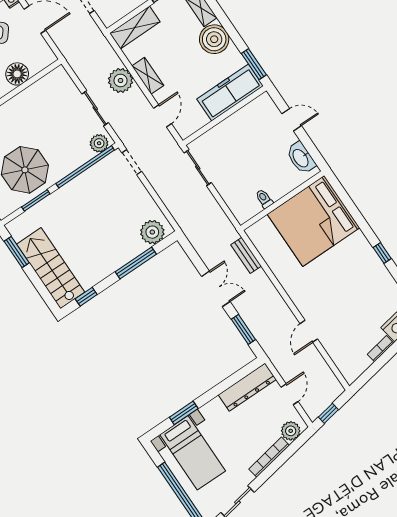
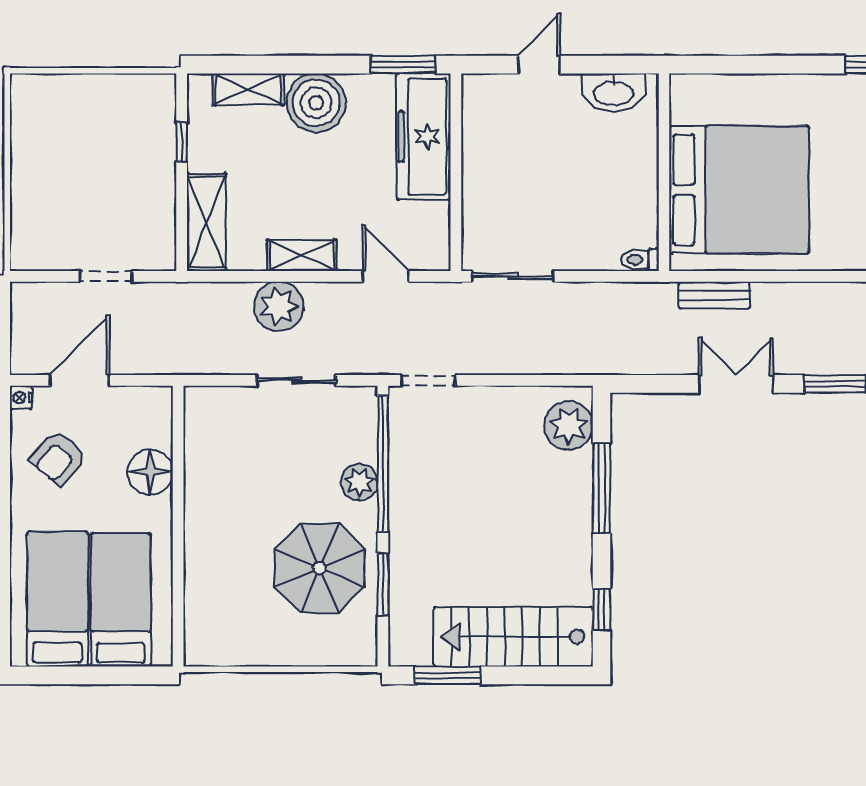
plant: (99, 143) -> (359, 482), moved
toilet: (264, 199) -> (640, 260), moved
bed: (314, 221) -> (739, 190), moved, turned -90

